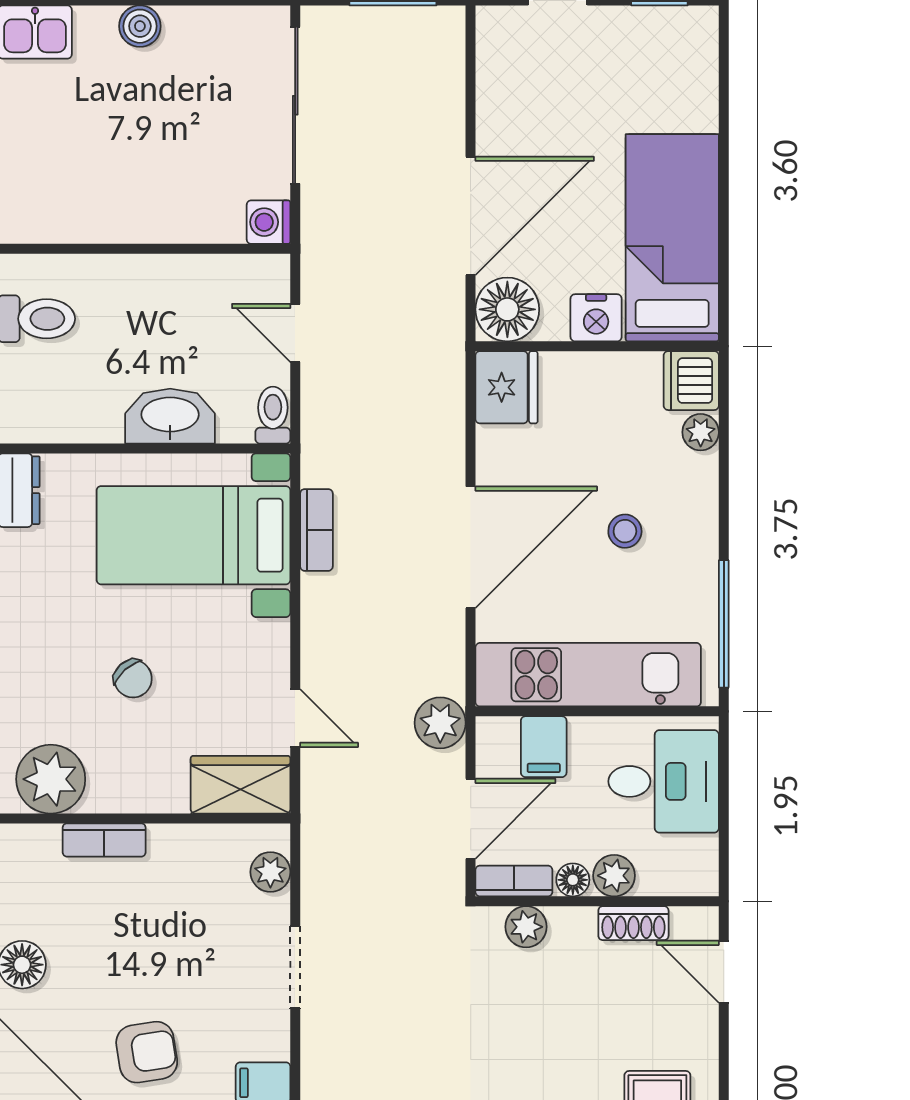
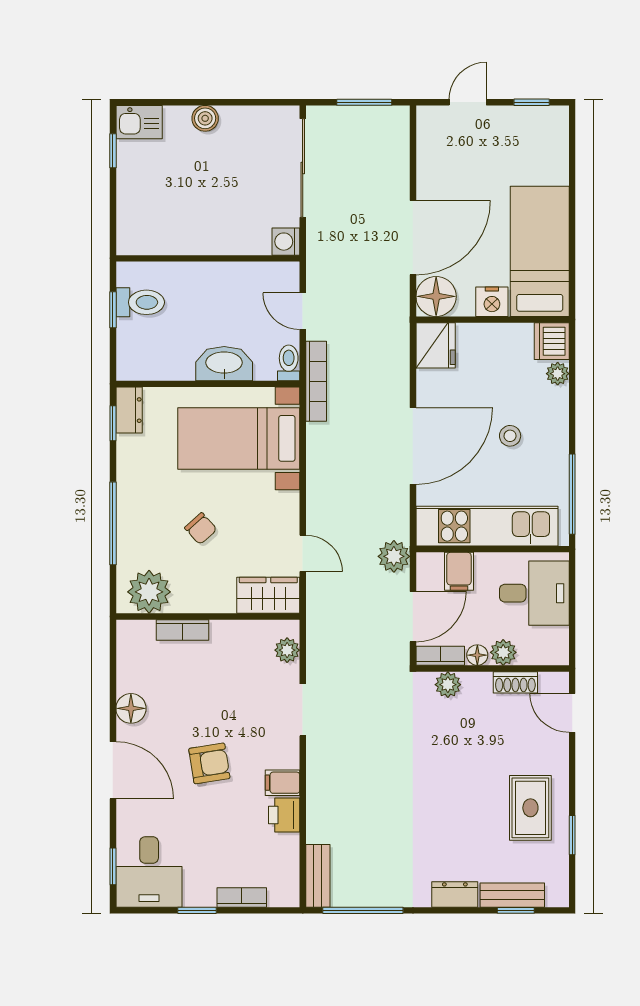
bookcase: (316, 530) -> (316, 381), moved, width x1.56

